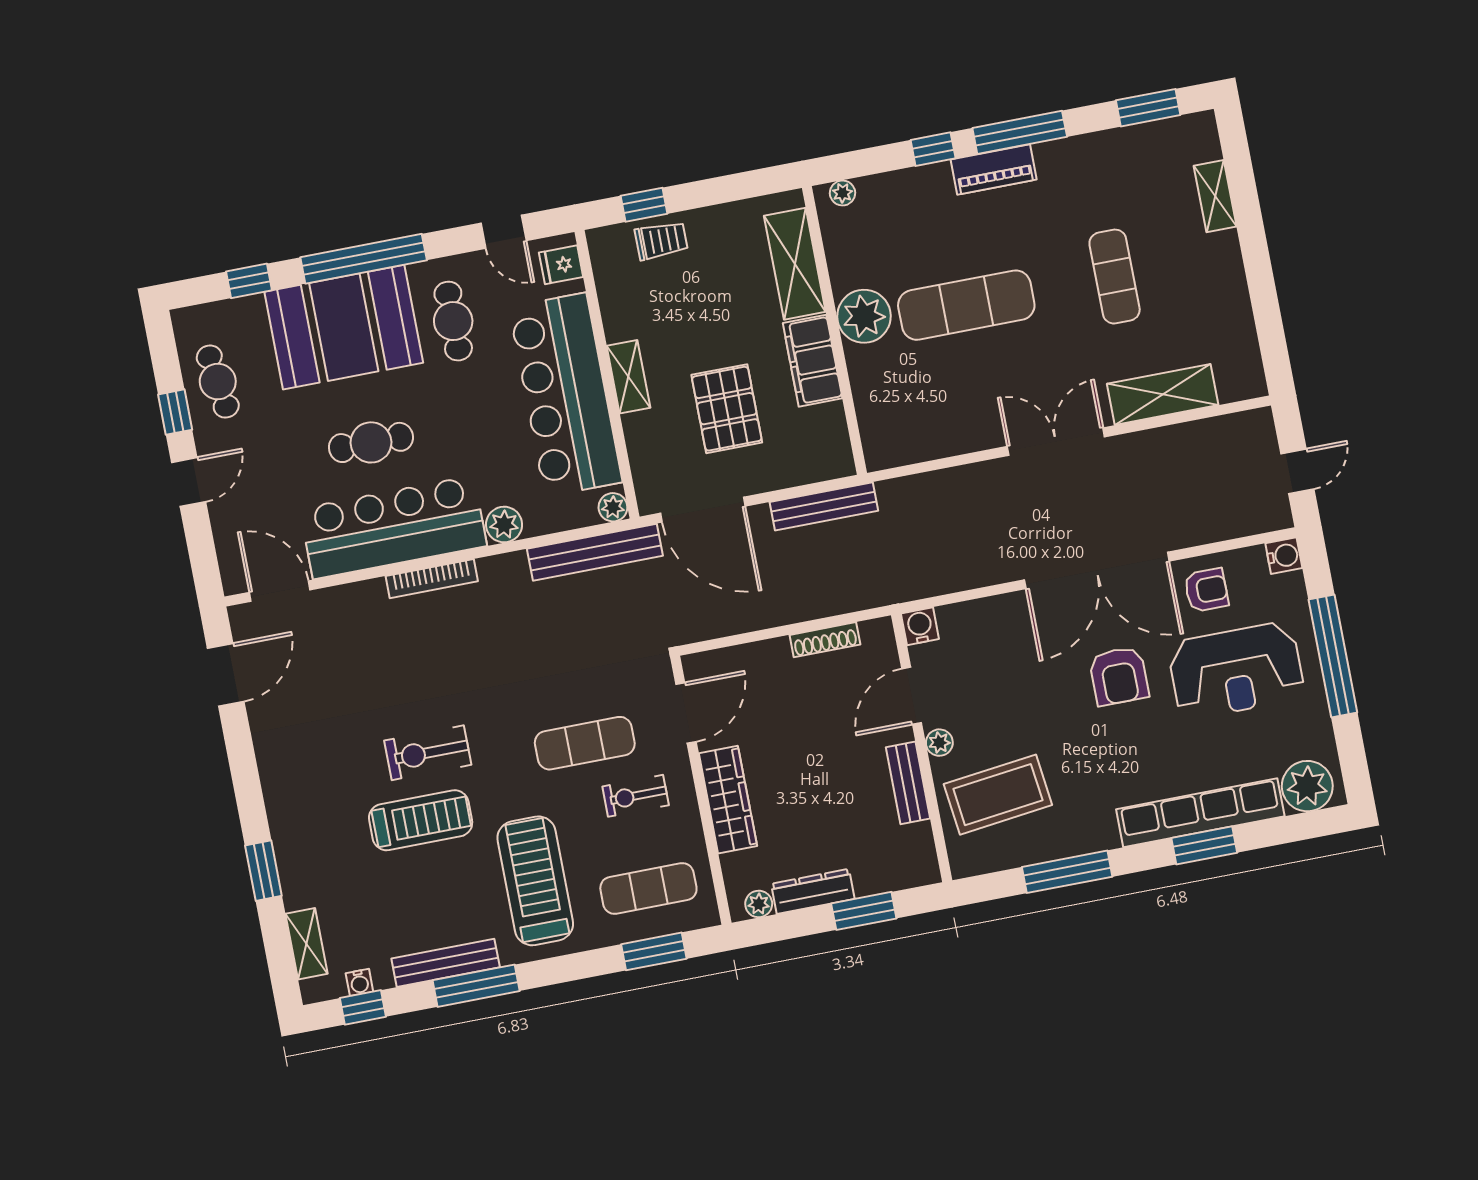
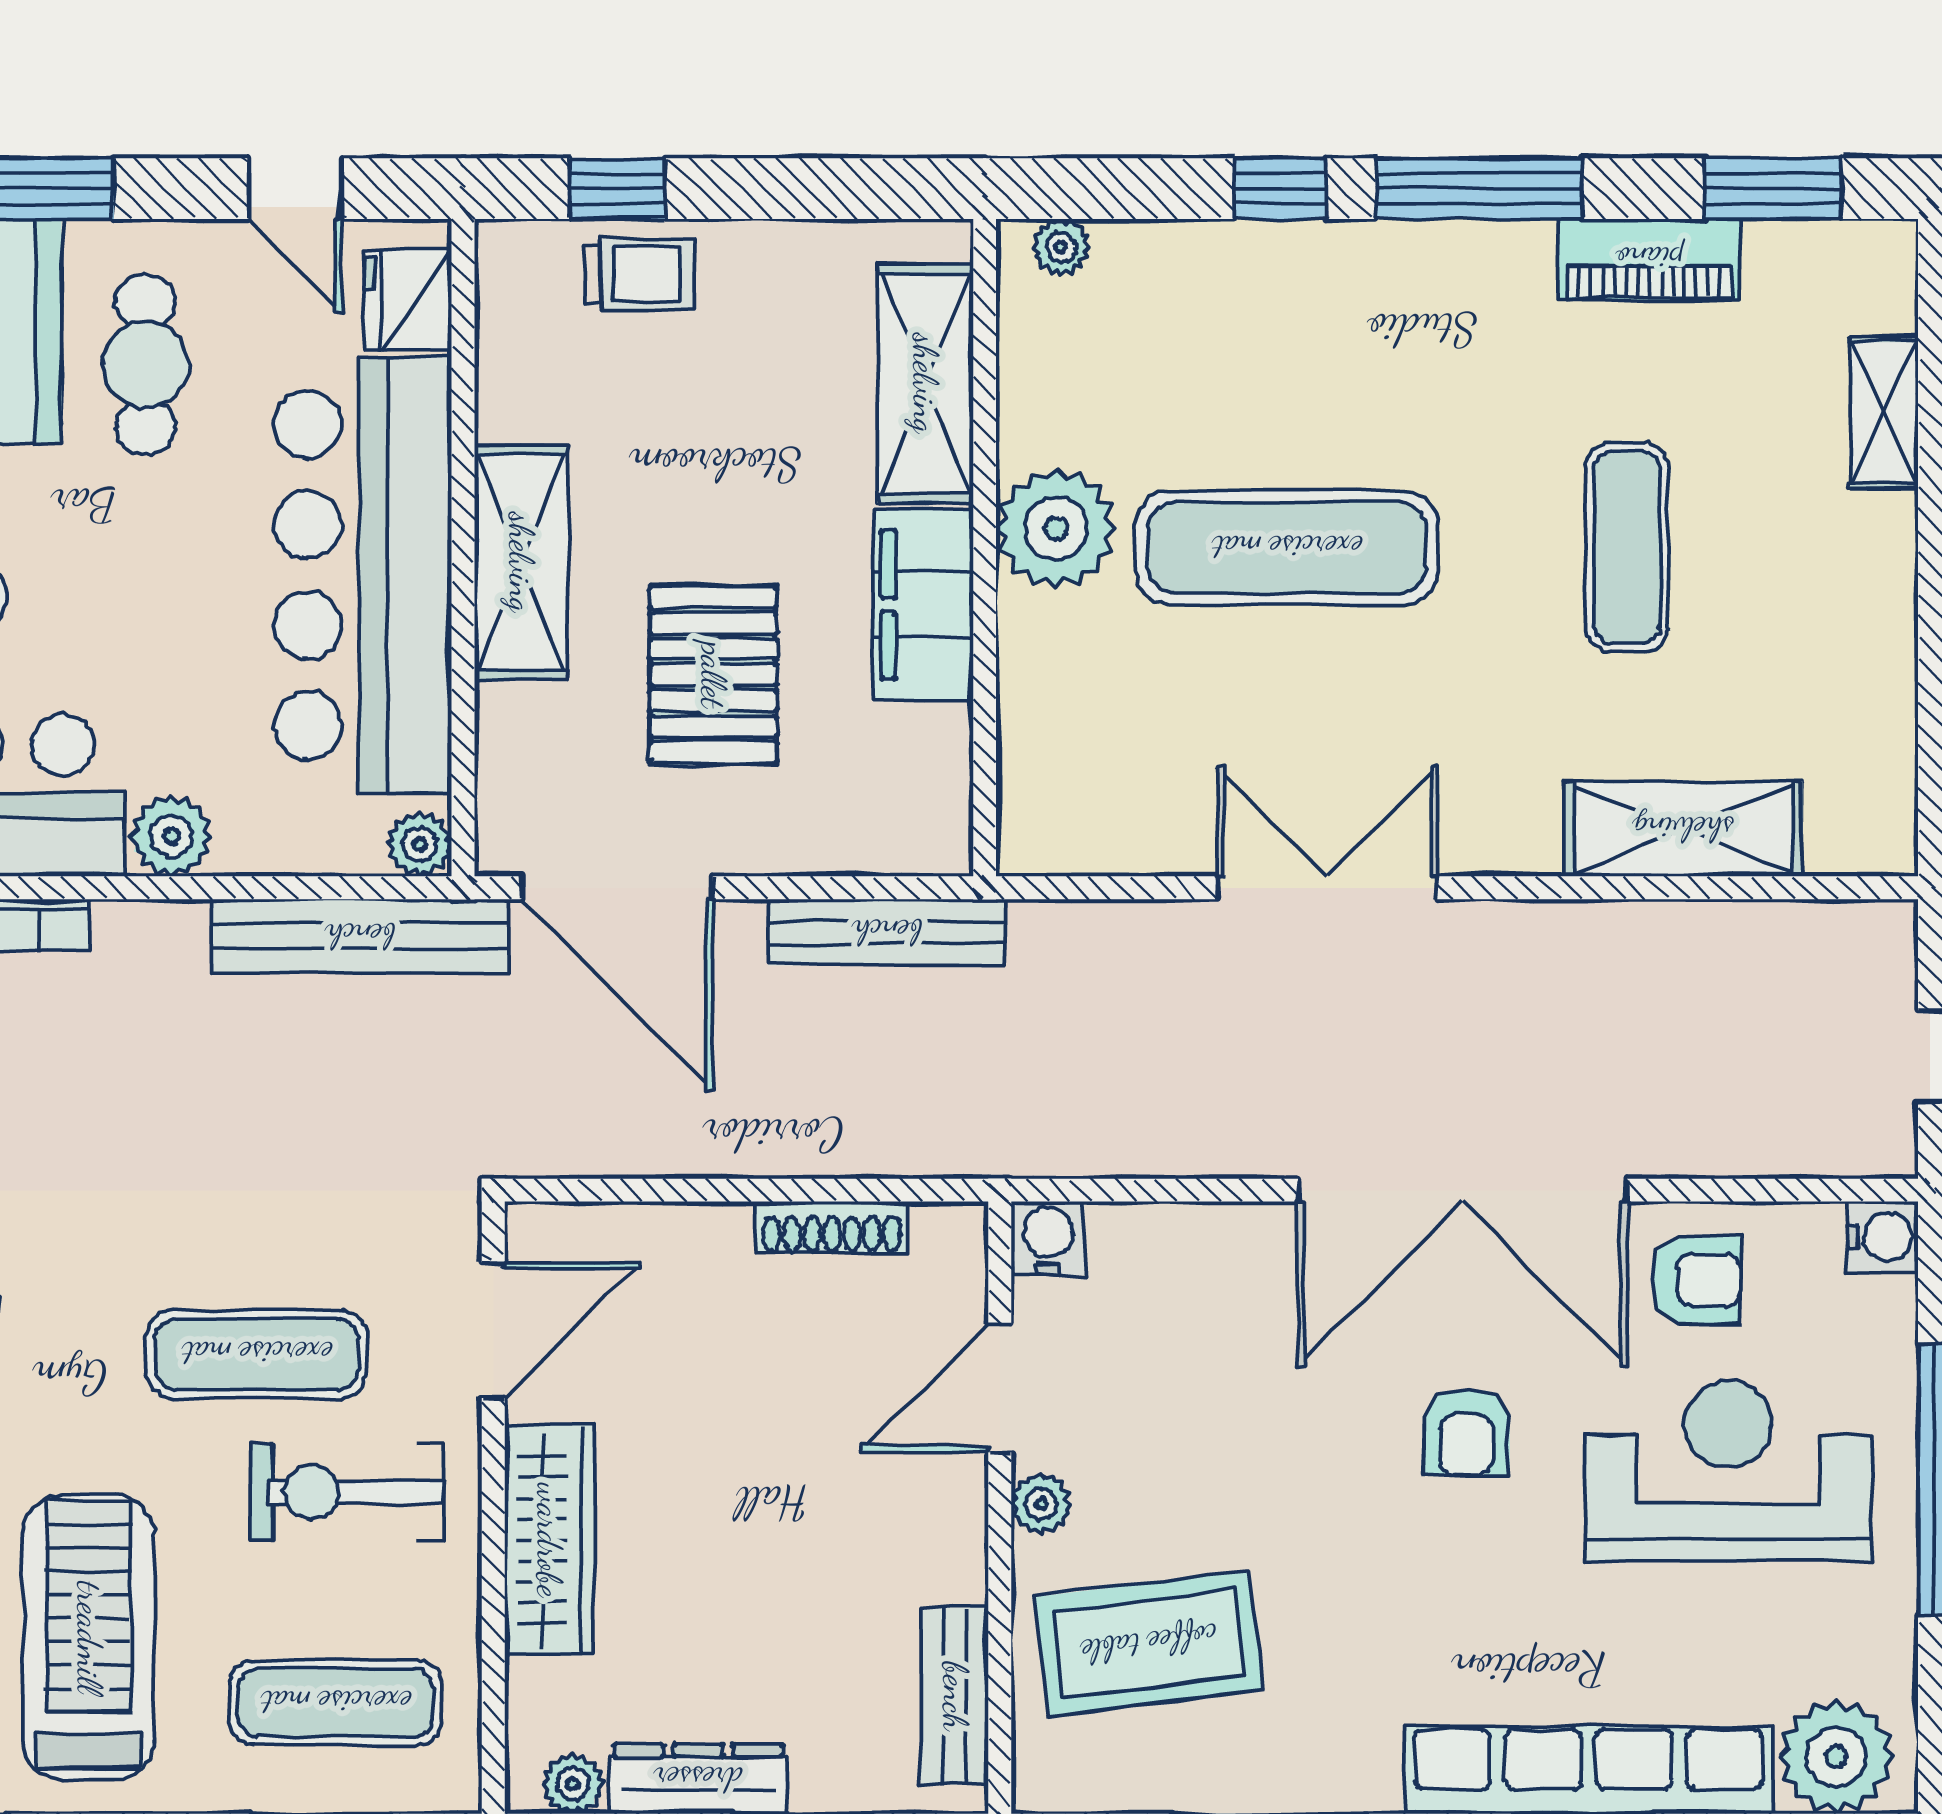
piano: (994, 169) -> (1649, 259), moved
fridge: (561, 265) -> (408, 300), width x1.38
shelving: (628, 377) -> (521, 562), width x1.50, depth x1.33
double door: (1056, 442) -> (1327, 888), moved
reception desk: (1236, 671) -> (1728, 1471), turned 180
armchair: (1119, 676) -> (1467, 1433), width x0.72, depth x0.72
bench: (908, 783) -> (955, 1696), moved
exercise bike: (636, 796) -> (347, 1492), width x1.38, depth x1.39

